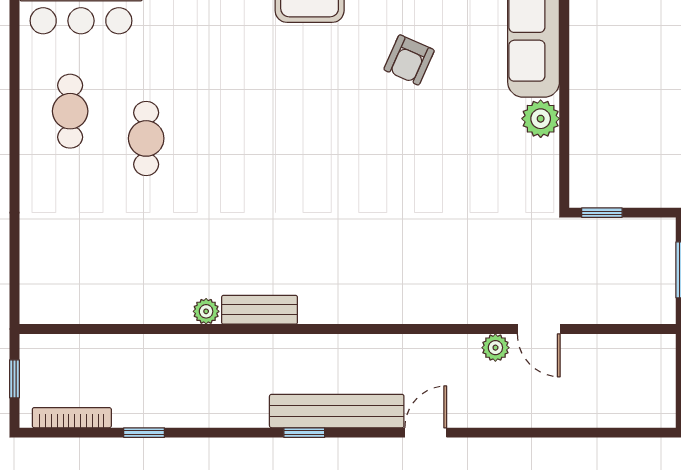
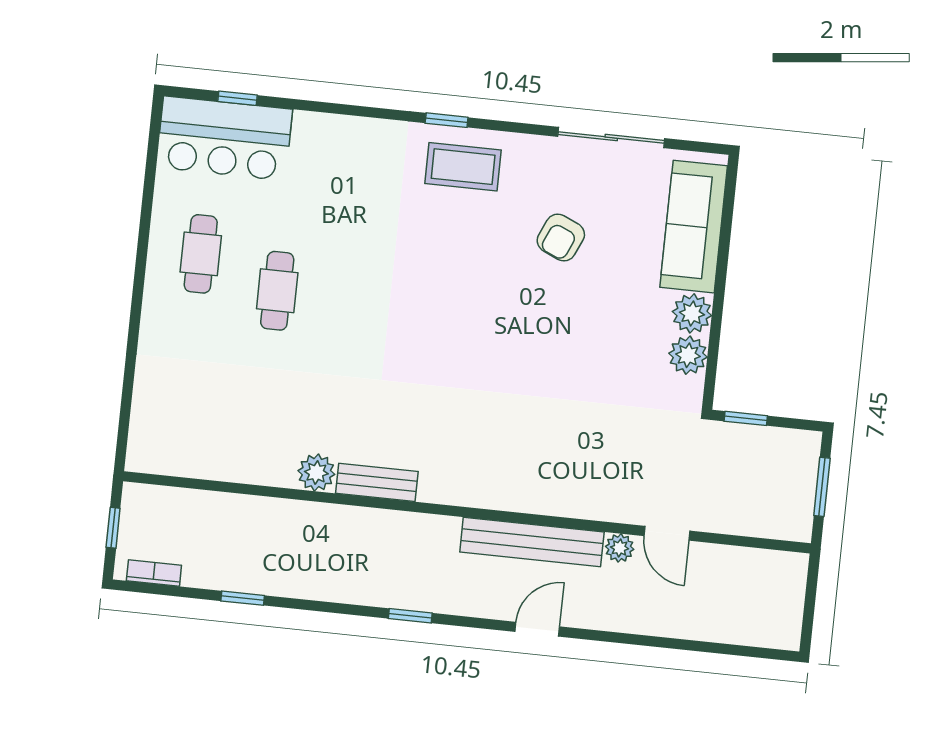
plant: (541, 159) -> (688, 355), added
plant: (206, 311) -> (316, 473), width x1.38, depth x1.38
bench: (337, 411) -> (532, 542), moved
bookcase: (72, 418) -> (154, 573), width x0.64

